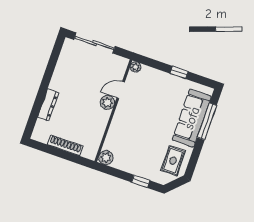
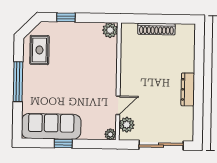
plant: (107, 102) -> (127, 125), moved
dresser: (48, 105) -> (188, 89), moved
sofa: (192, 118) -> (51, 126), moved, turned -90
window: (207, 121) -> (18, 82), moved

